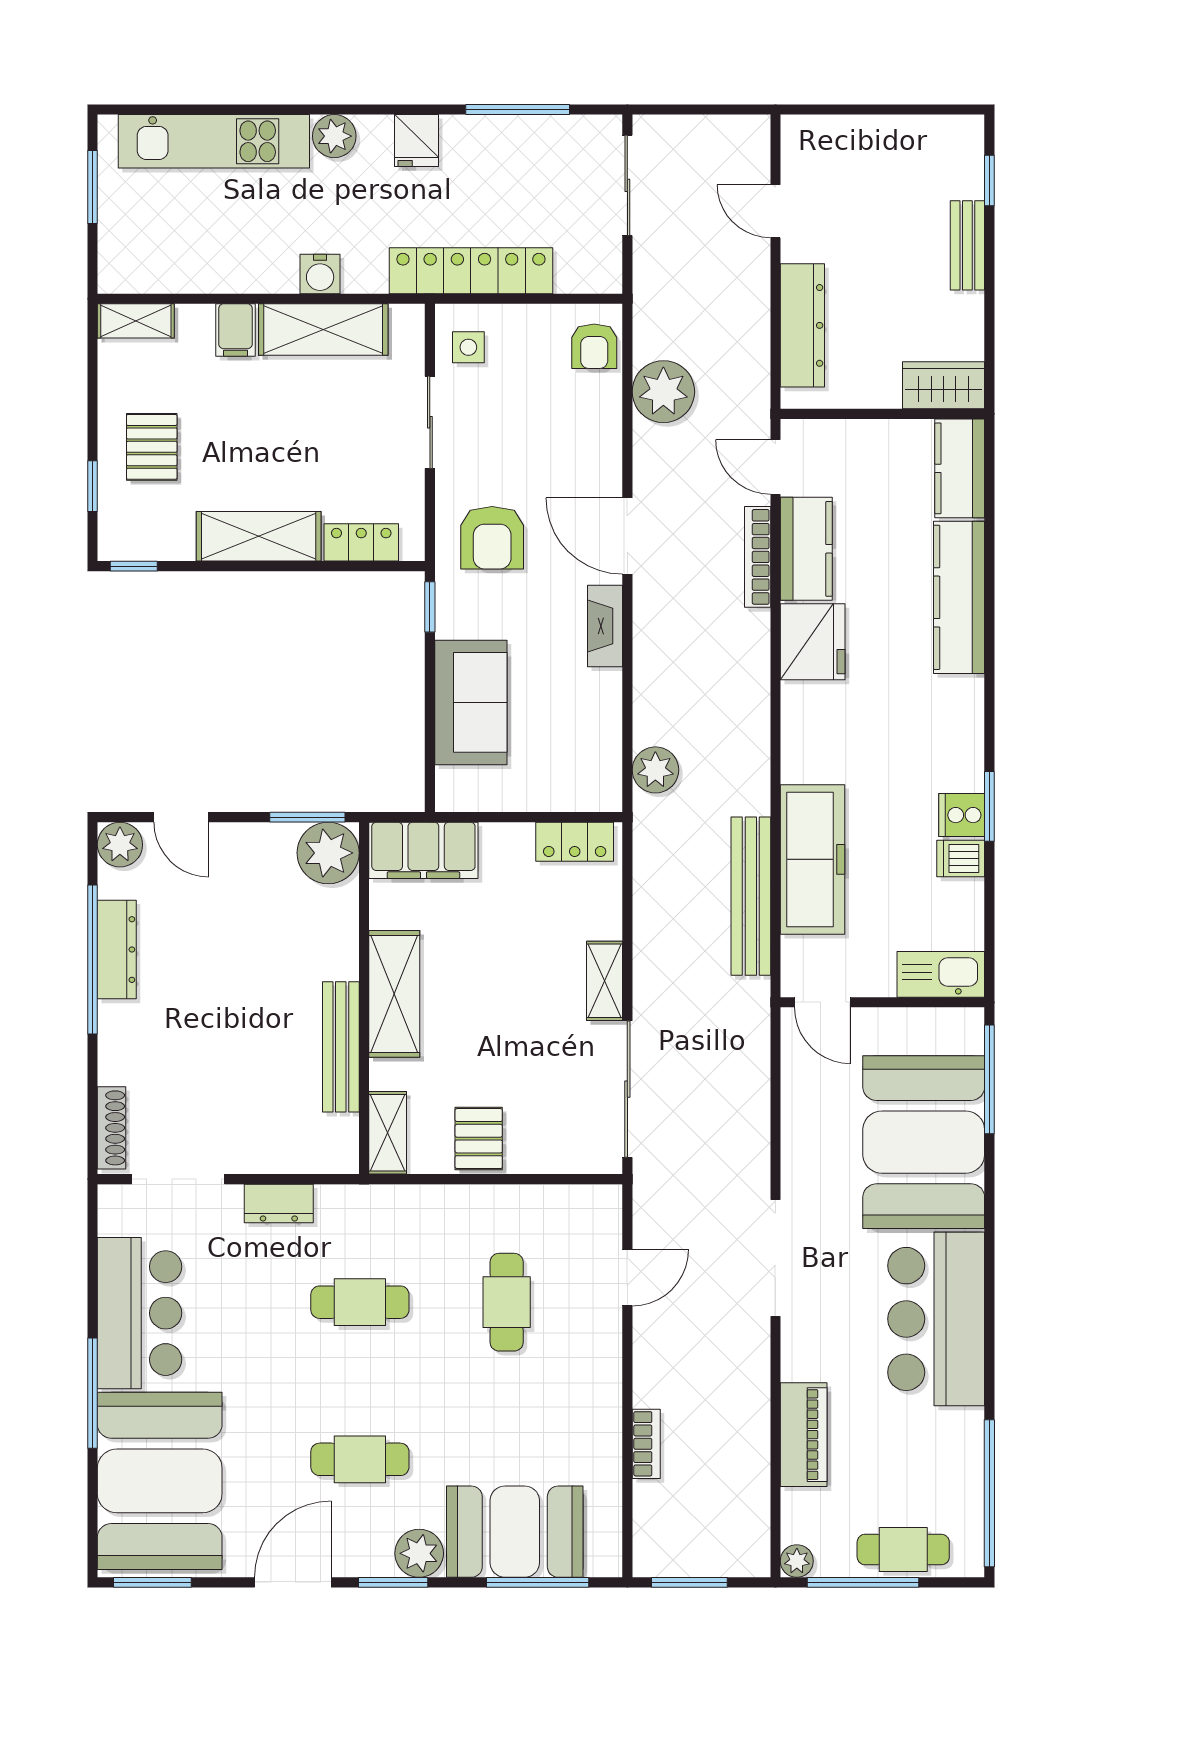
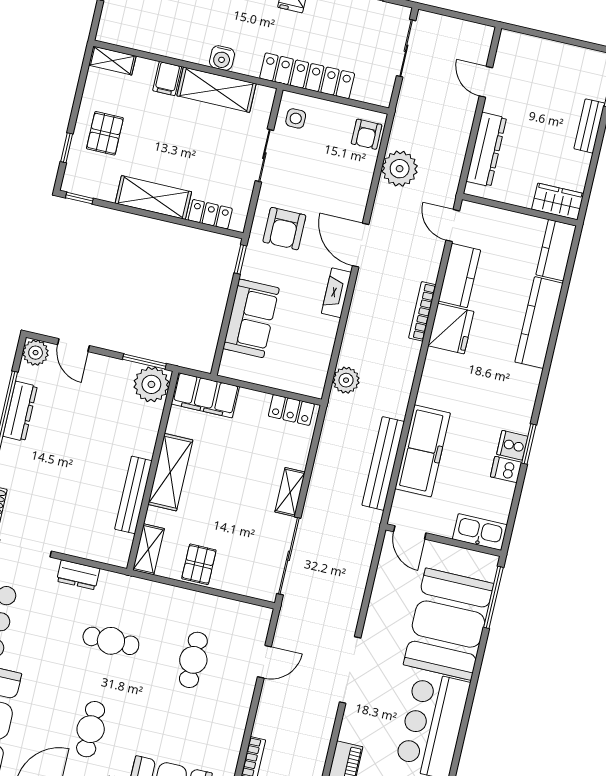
bookcase: (758, 557) -> (422, 311), moved
cafe table: (360, 1459) -> (91, 729), turned 90

